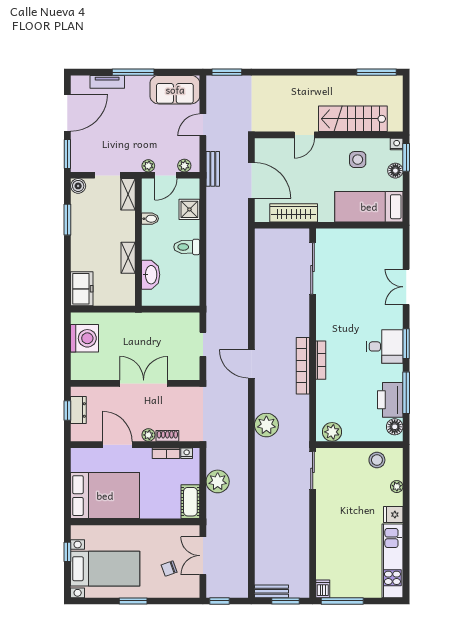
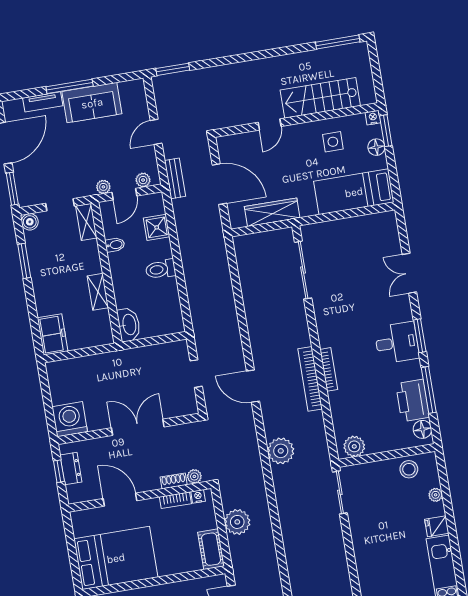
sofa: (175, 90) -> (92, 103), moved
washbasin: (151, 275) -> (129, 325), moved
washing machine: (85, 338) -> (70, 419), moved, turned -90
plant: (148, 435) -> (194, 476), moved

